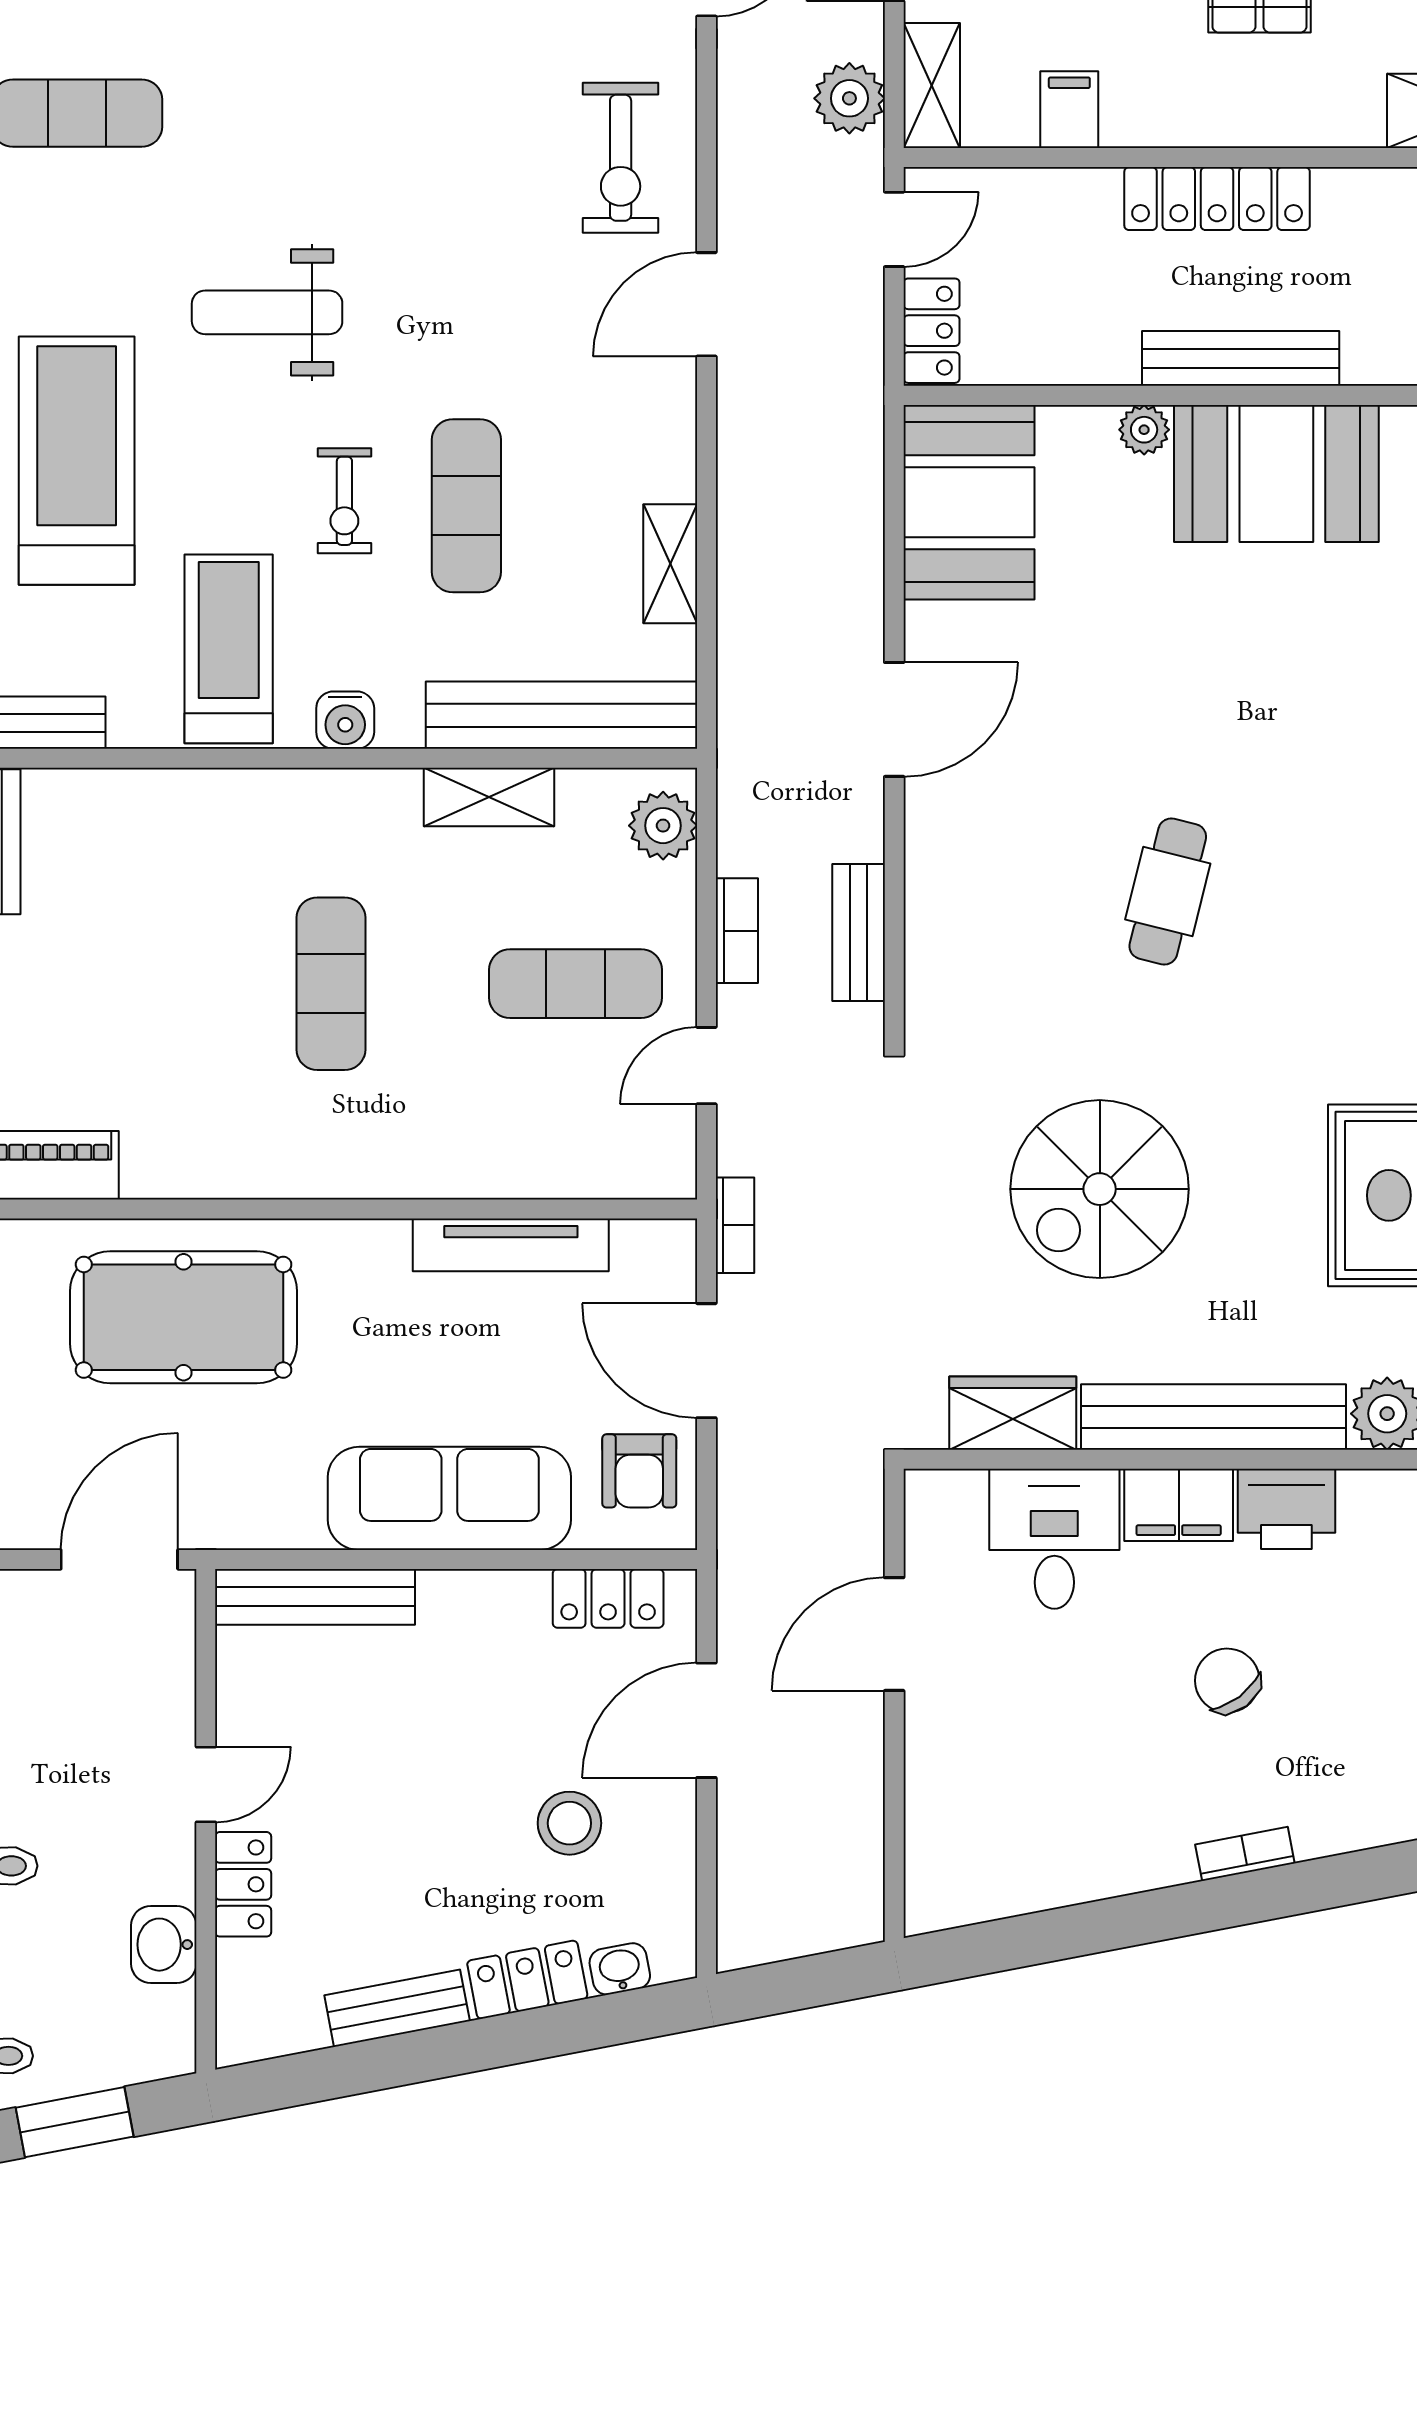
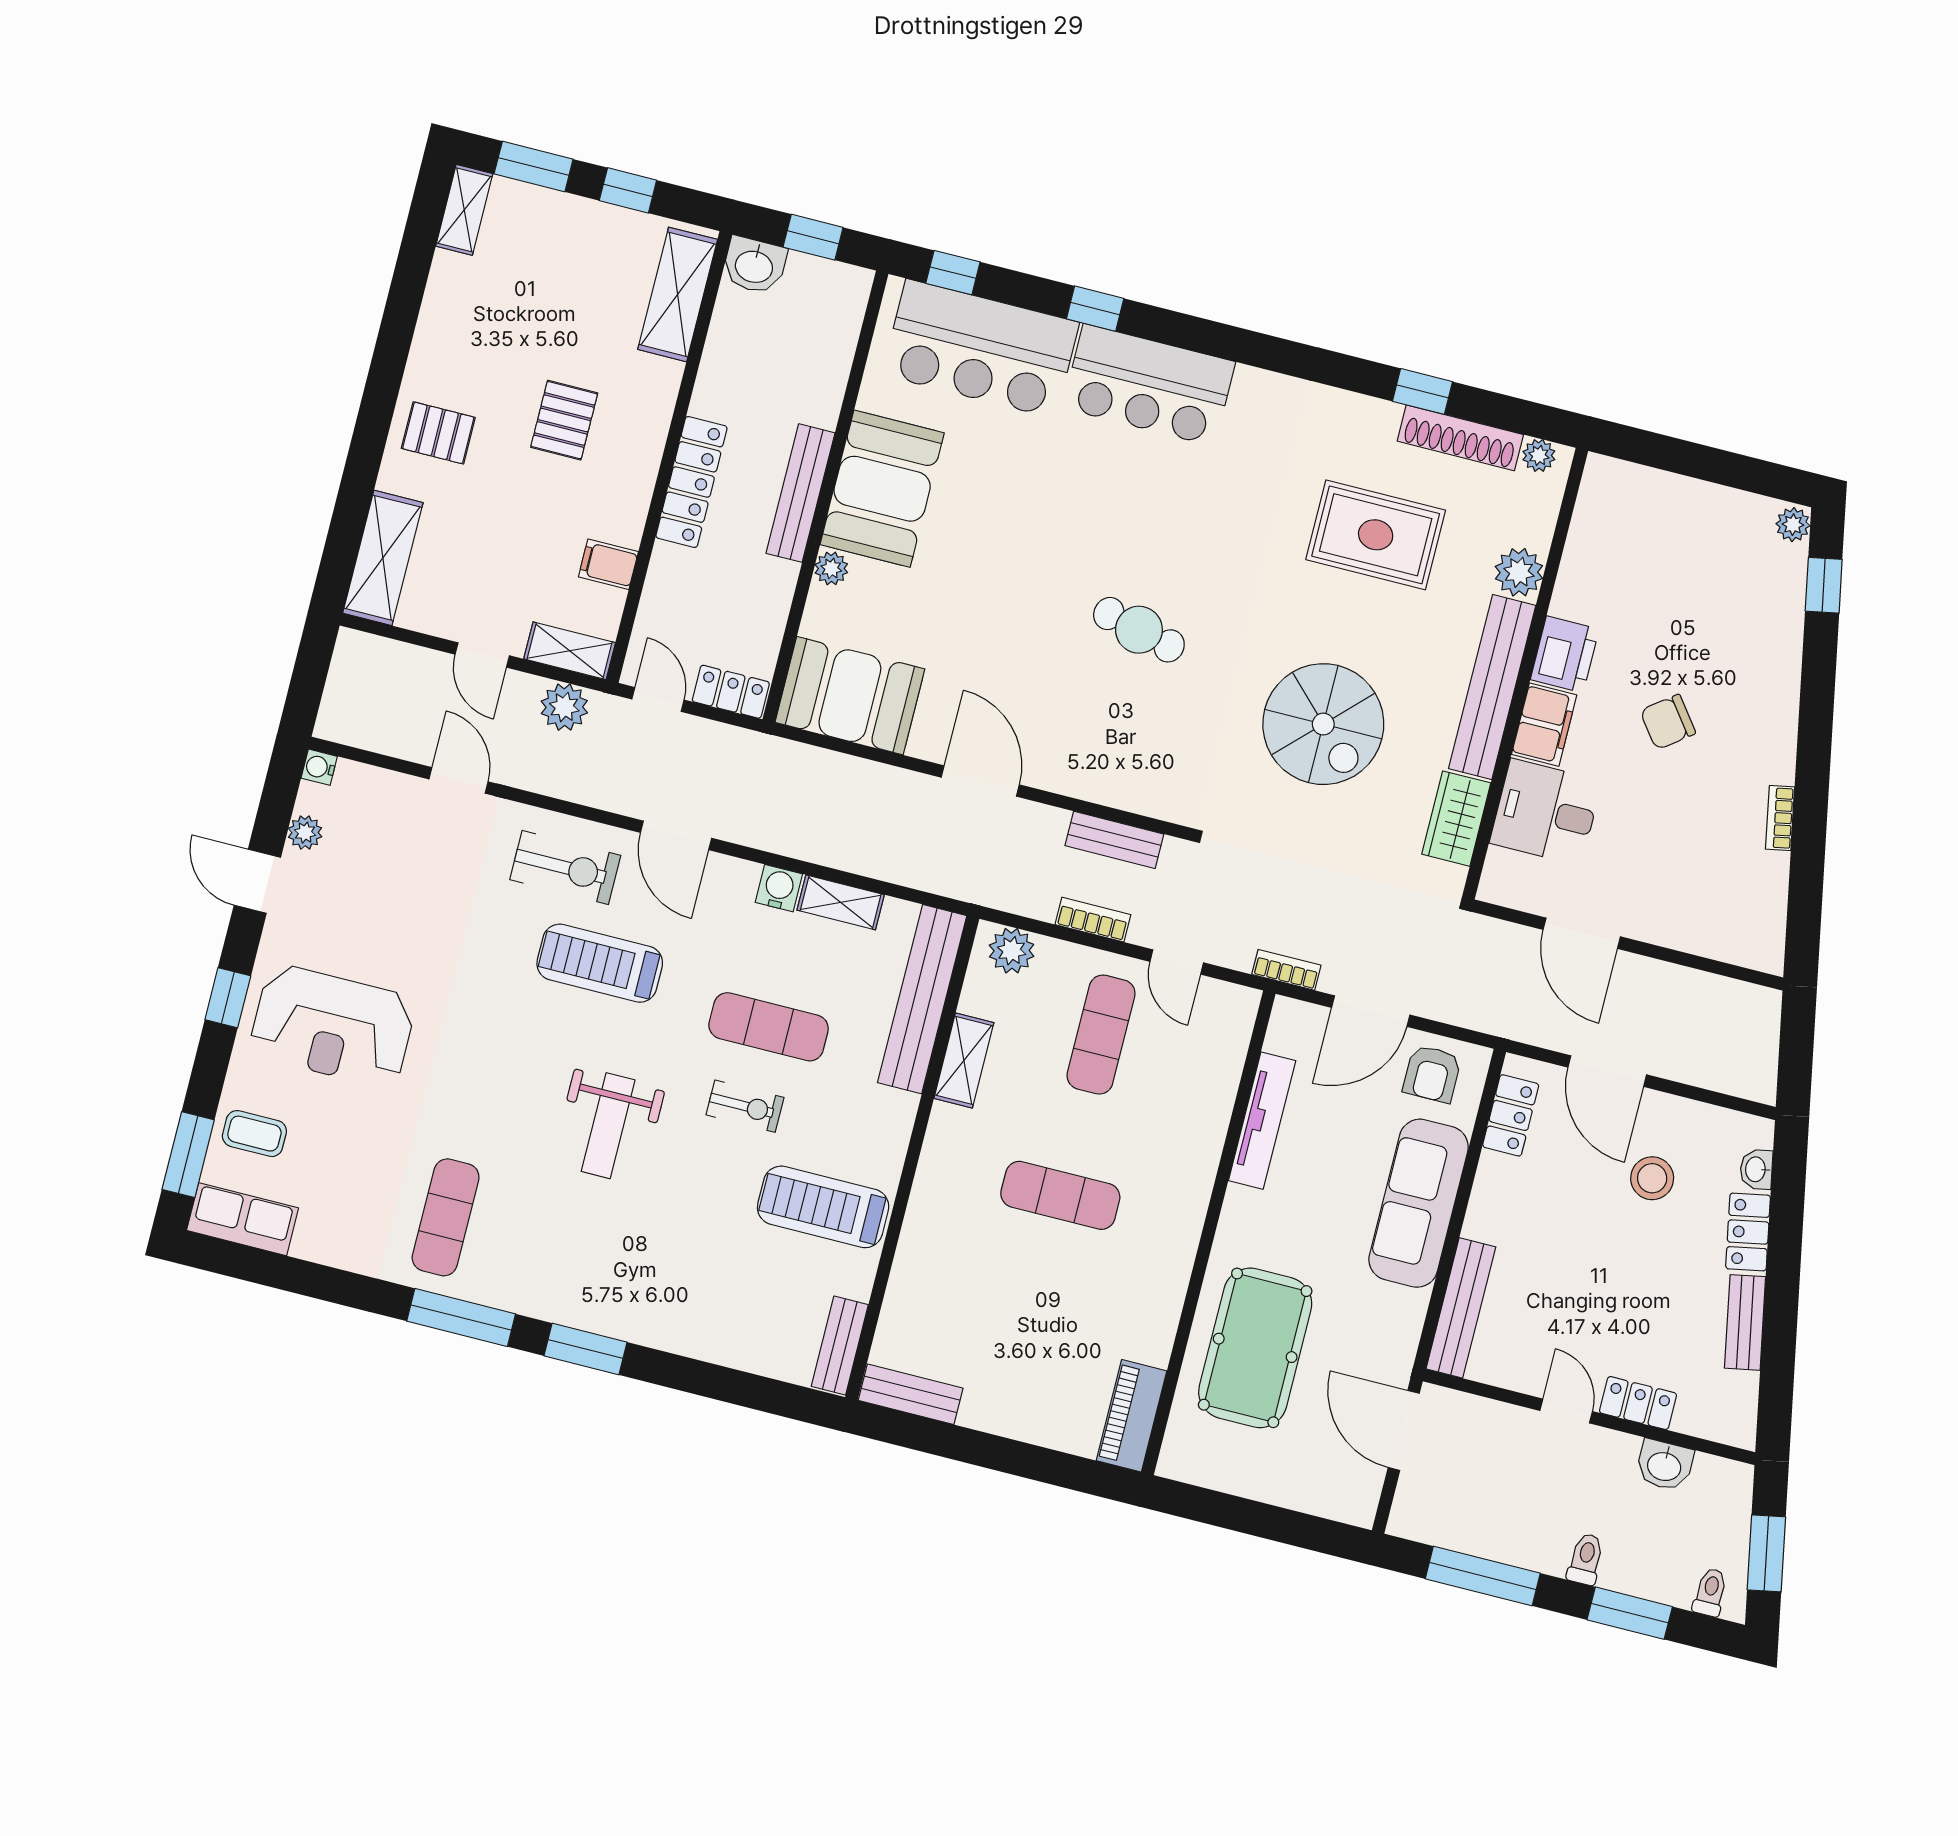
treadmill: (77, 461) -> (600, 963), moved, width x0.73, depth x0.73
water cooler: (345, 720) -> (779, 888), moved, turned -90
armchair: (639, 1471) -> (1432, 1074), turned 90
bookcase: (1245, 1854) -> (1780, 818), moved

